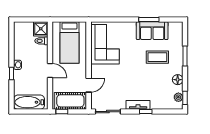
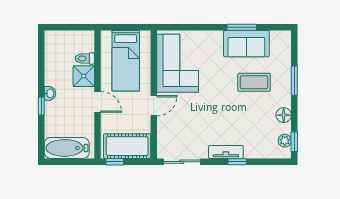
shower: (41, 29) -> (84, 76), moved
door: (89, 85) -> (154, 106), moved

